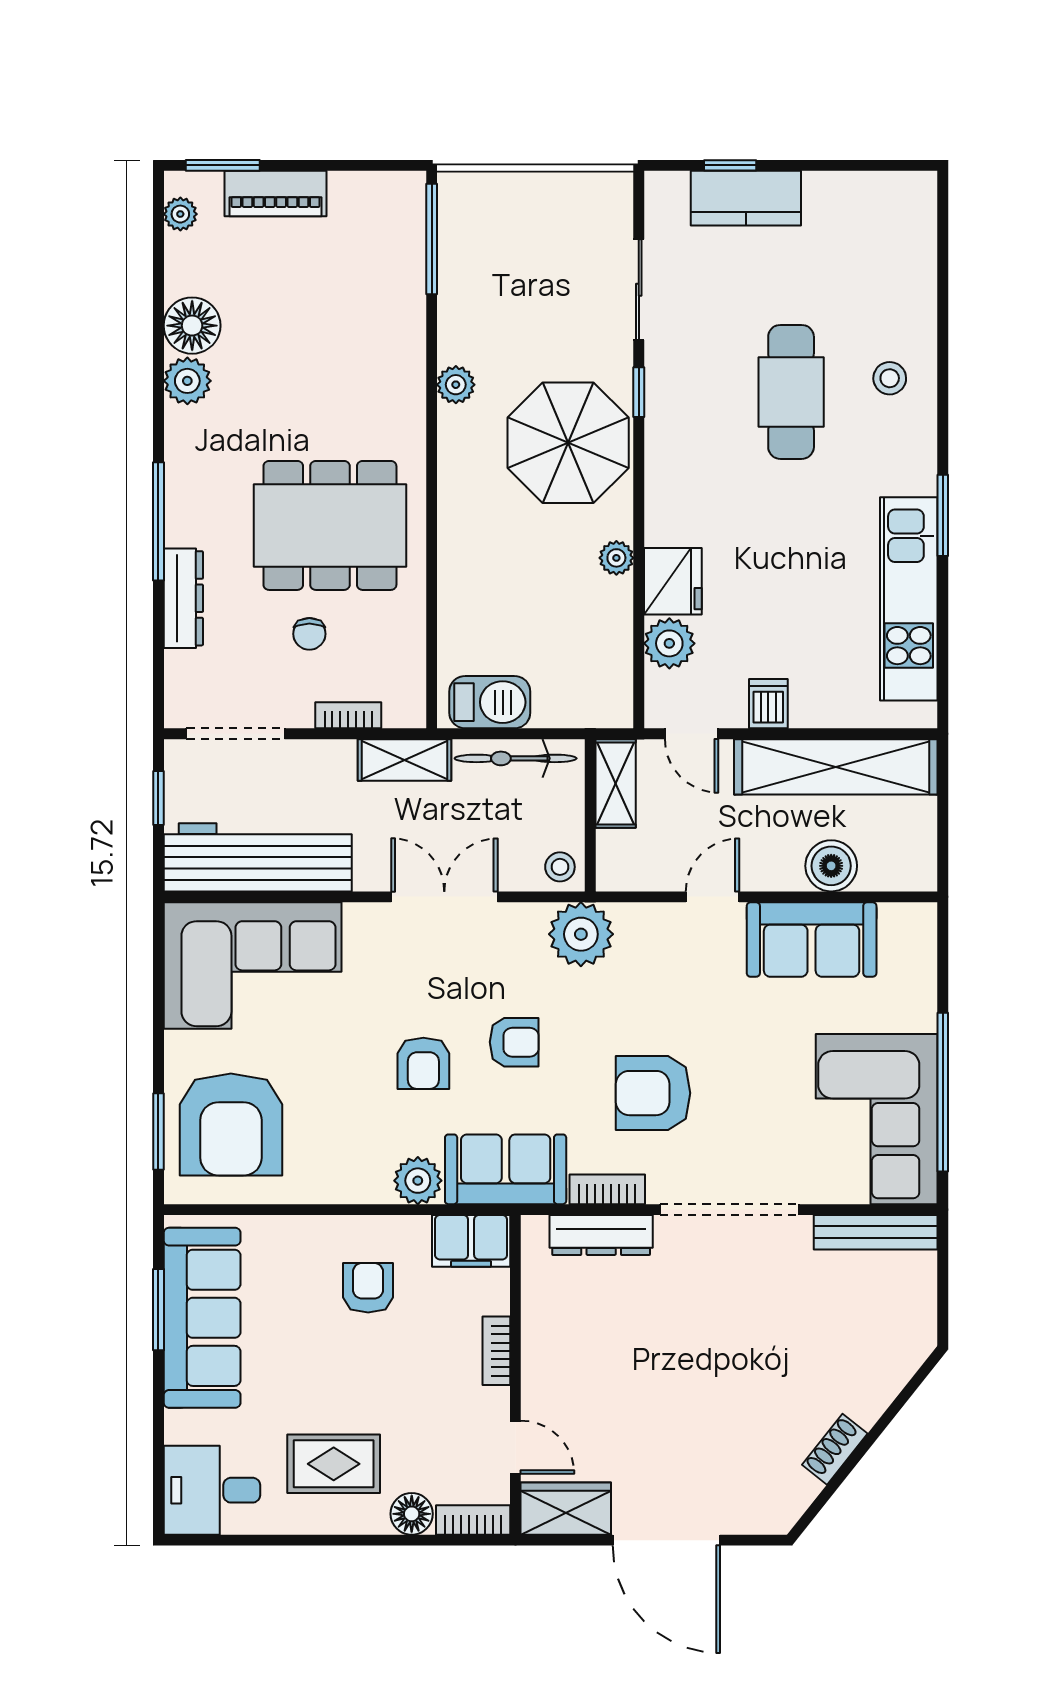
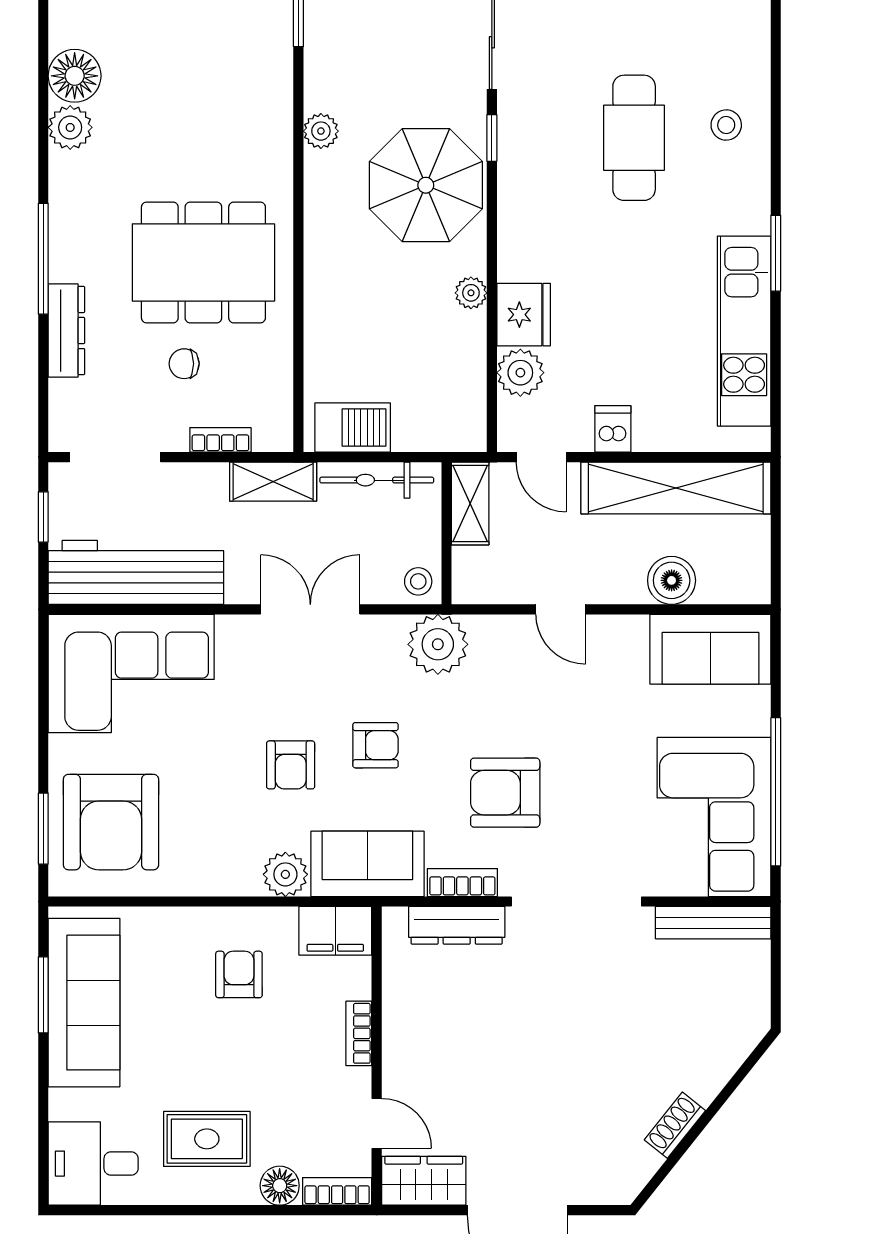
chair: (309, 634) -> (184, 364), turned 90
door: (712, 897) -> (561, 609), swing flipped
sofa: (812, 940) -> (710, 649), moved

